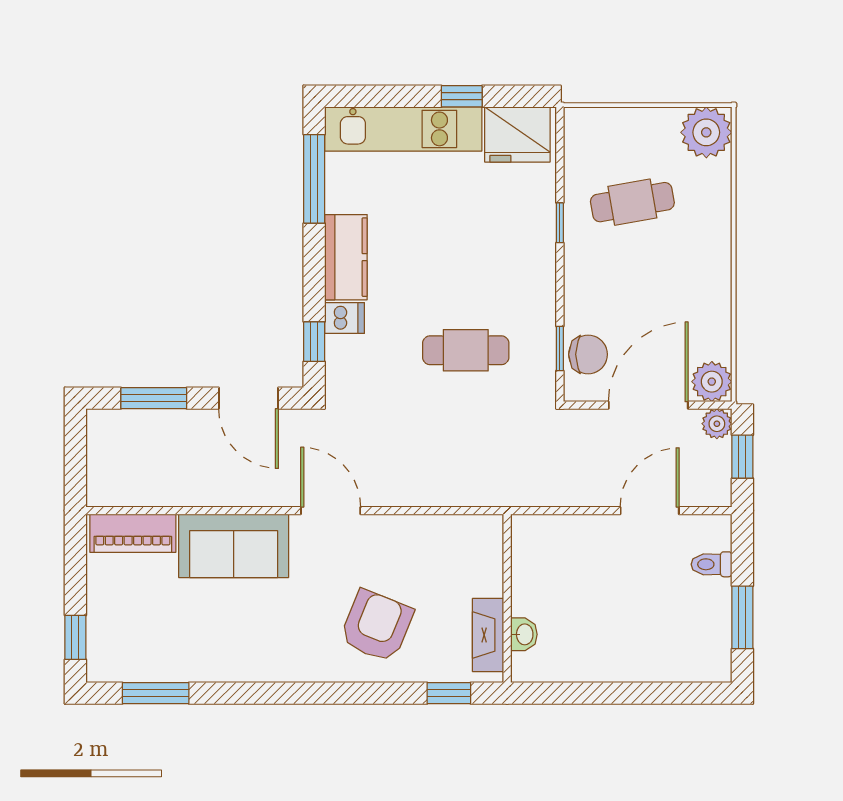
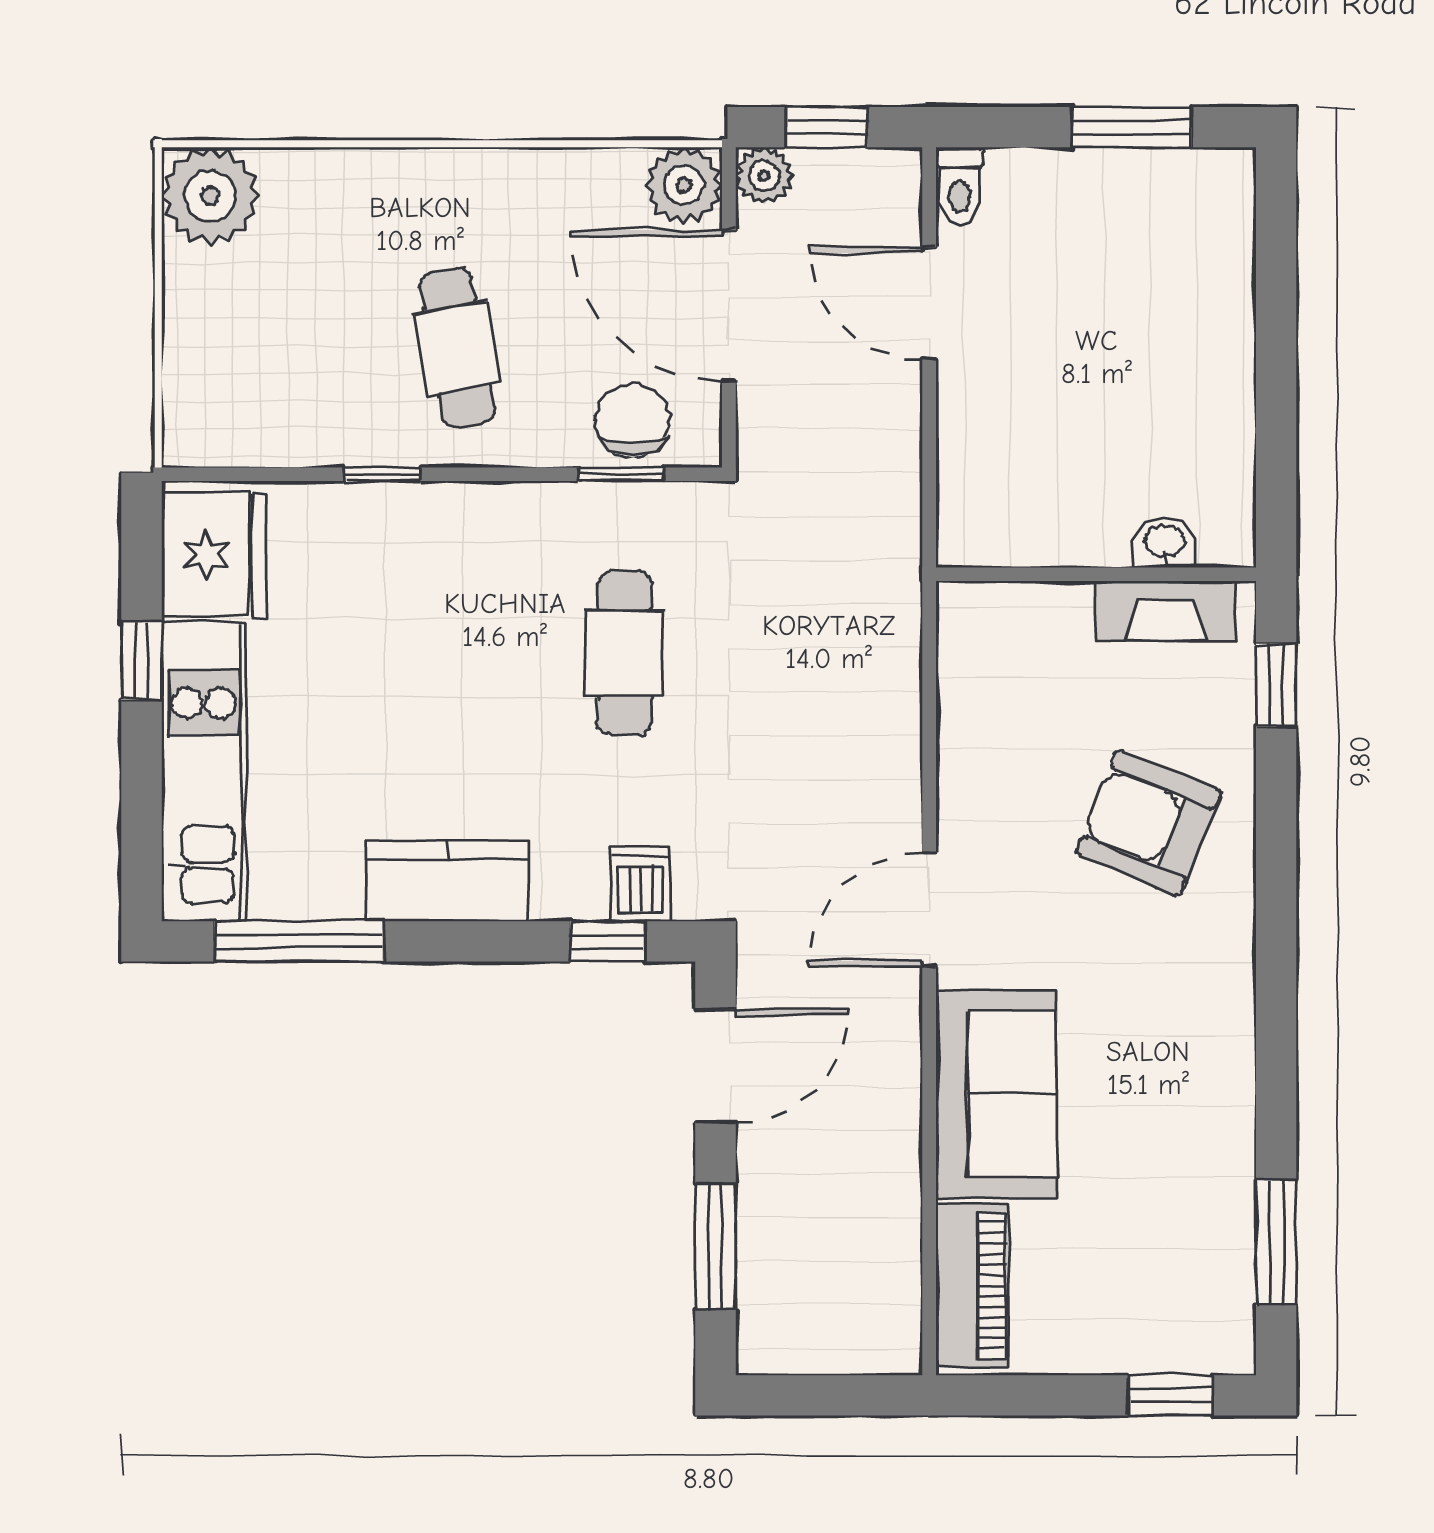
cafe table: (632, 202) -> (457, 348), moved
dishwasher: (344, 318) -> (640, 884), moved
toilet: (712, 564) -> (959, 186), moved

